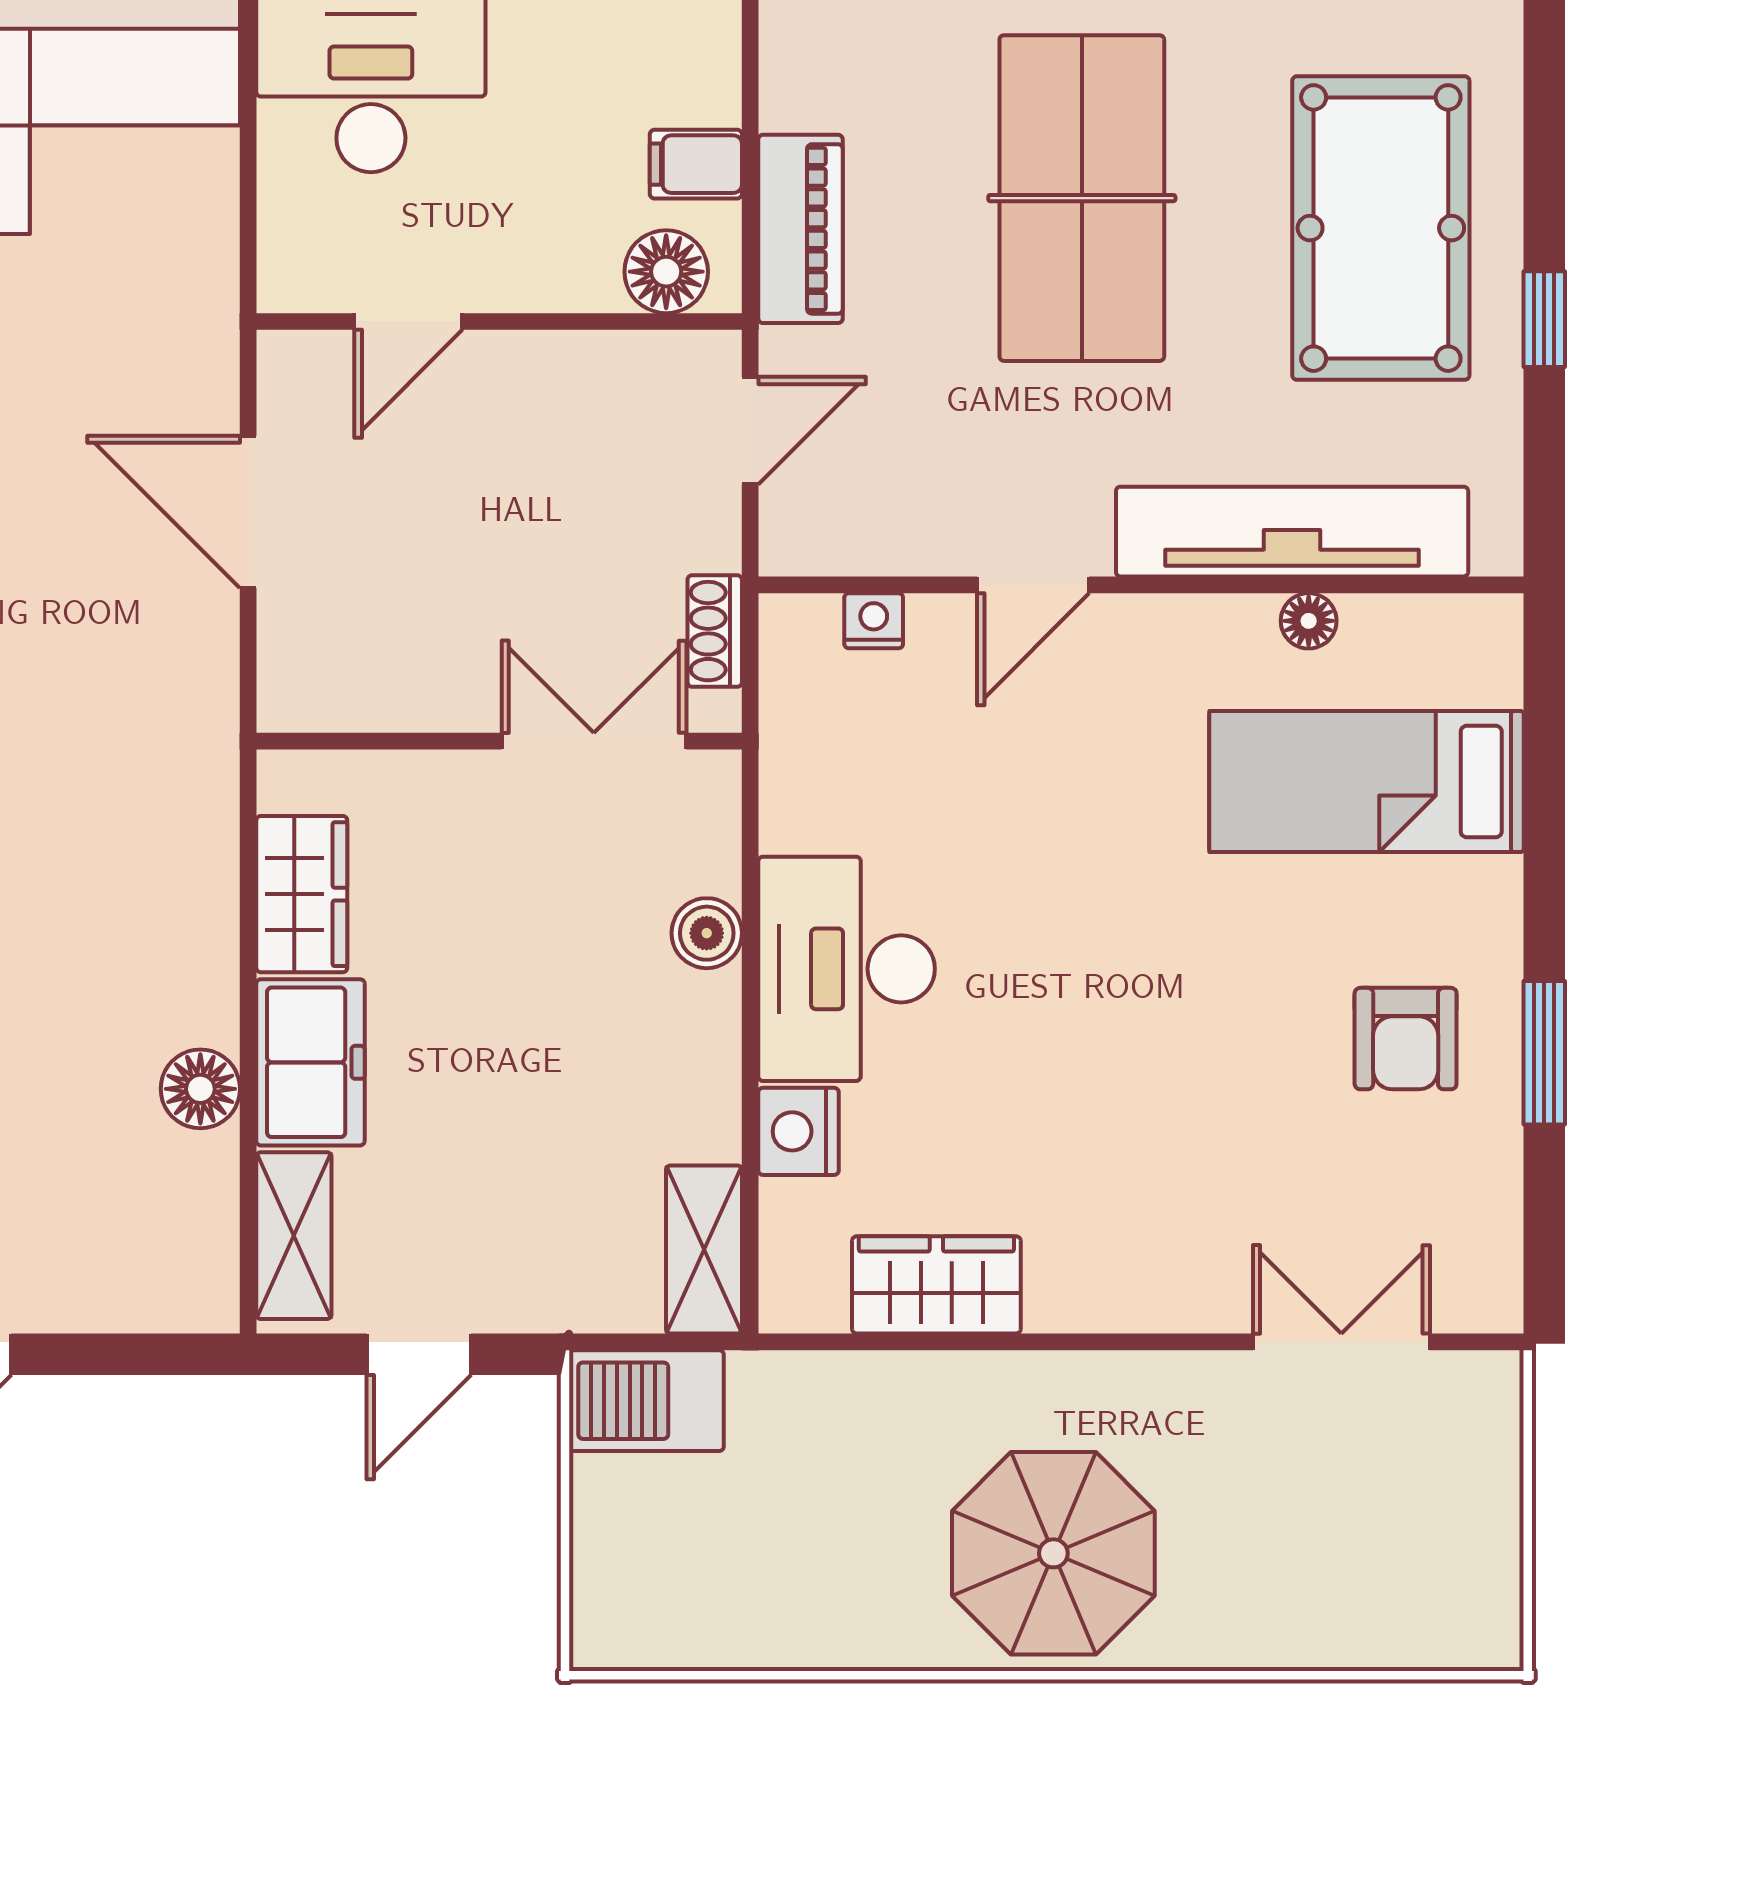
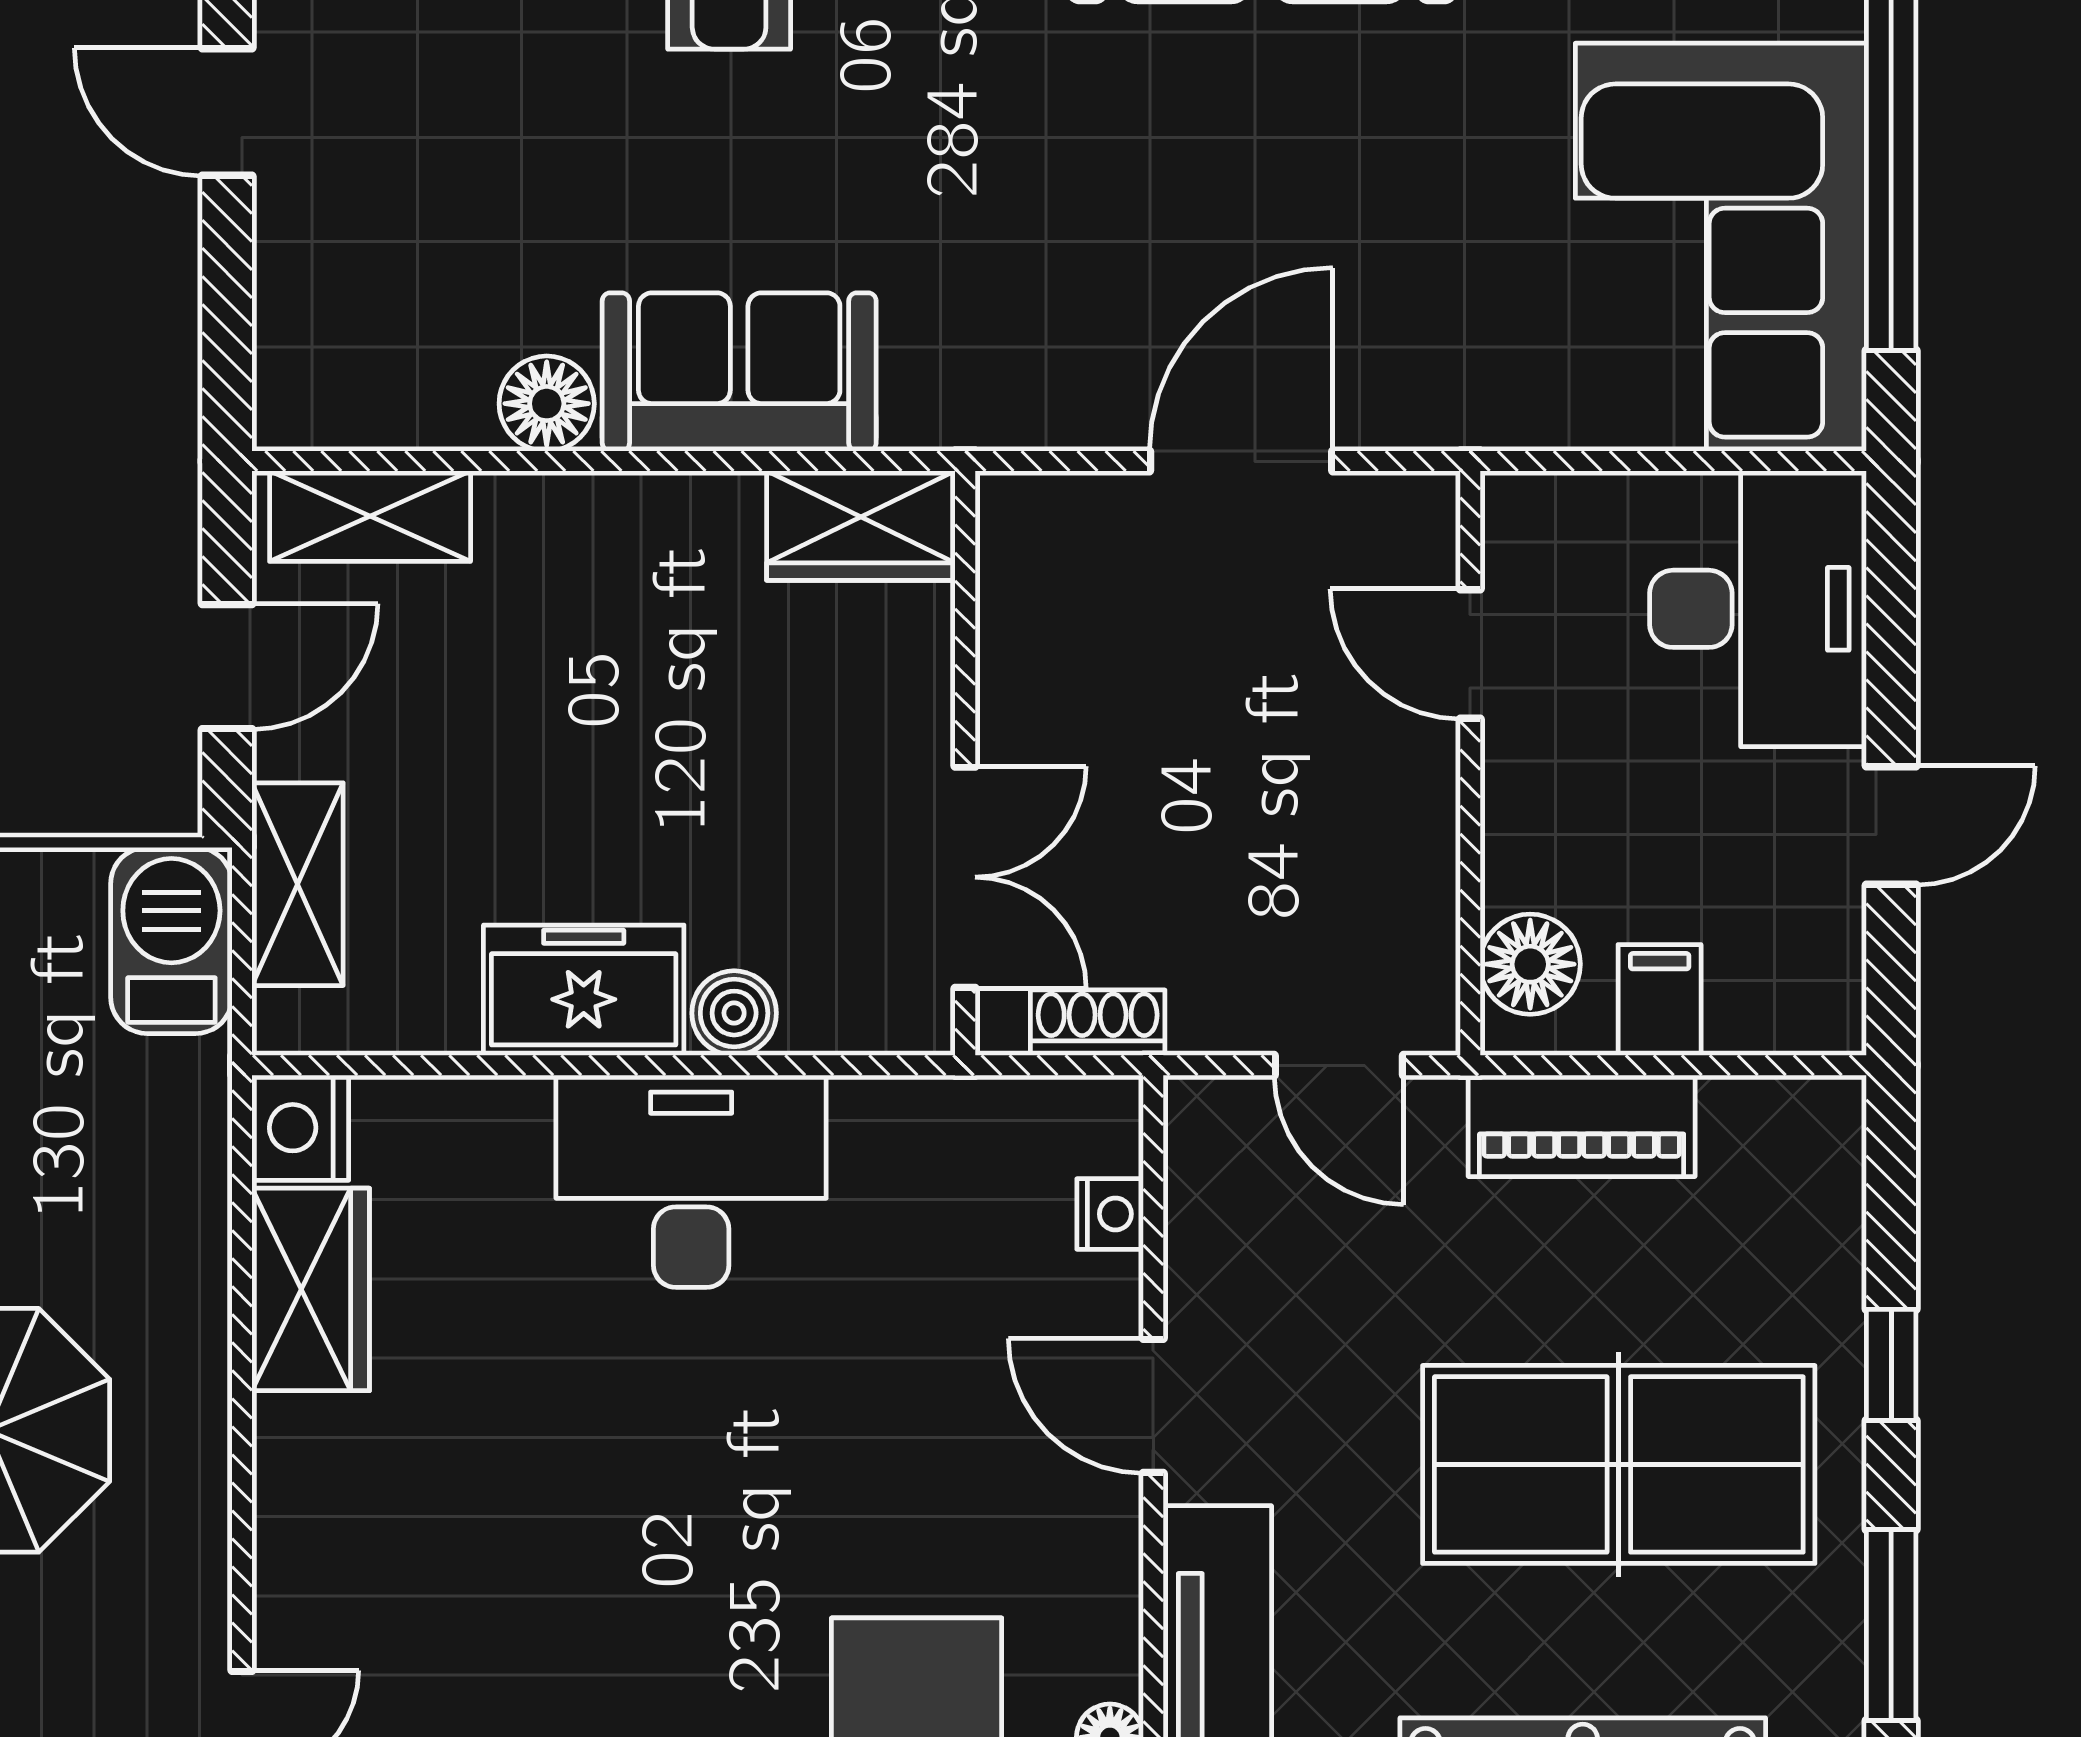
wardrobe: (302, 894) -> (861, 526), moved
sofa: (174, 929) -> (739, 372), added
freezer: (310, 1062) -> (584, 990), moved, turned 180
nightstand: (798, 1131) -> (300, 1128), moved, turned -90
shelving: (704, 1249) -> (298, 884), moved, turned 90
door: (419, 1354) -> (227, 667), swing flipped

